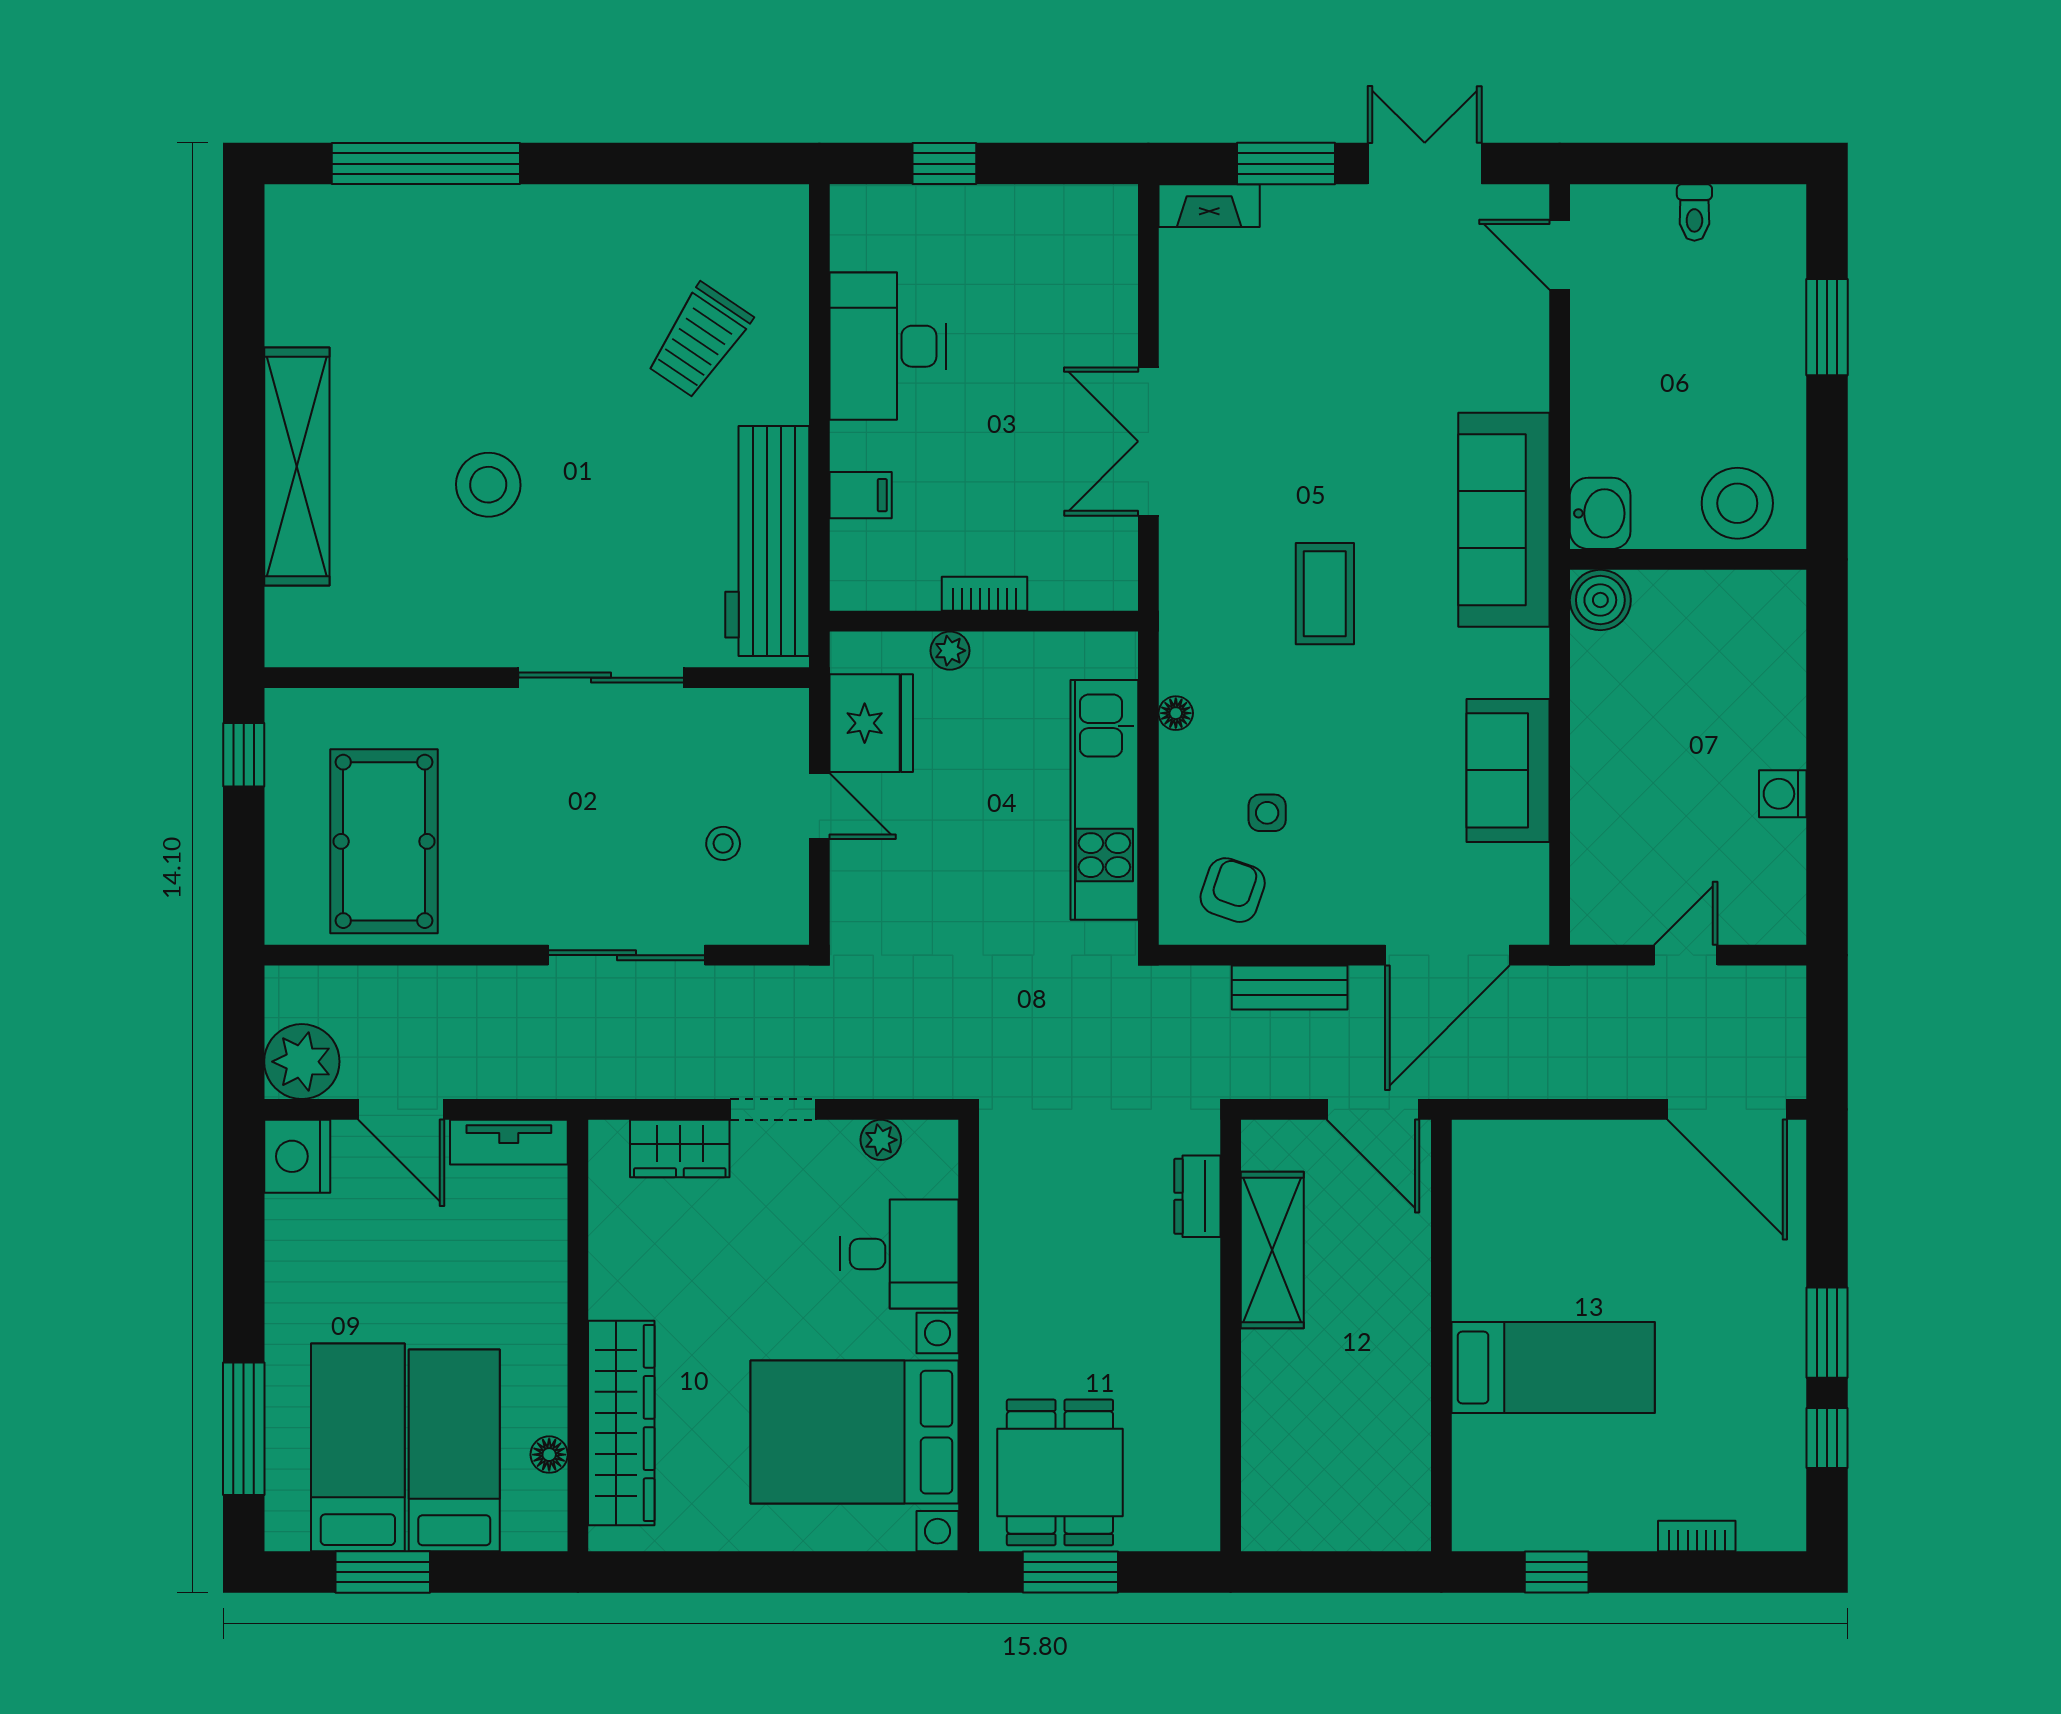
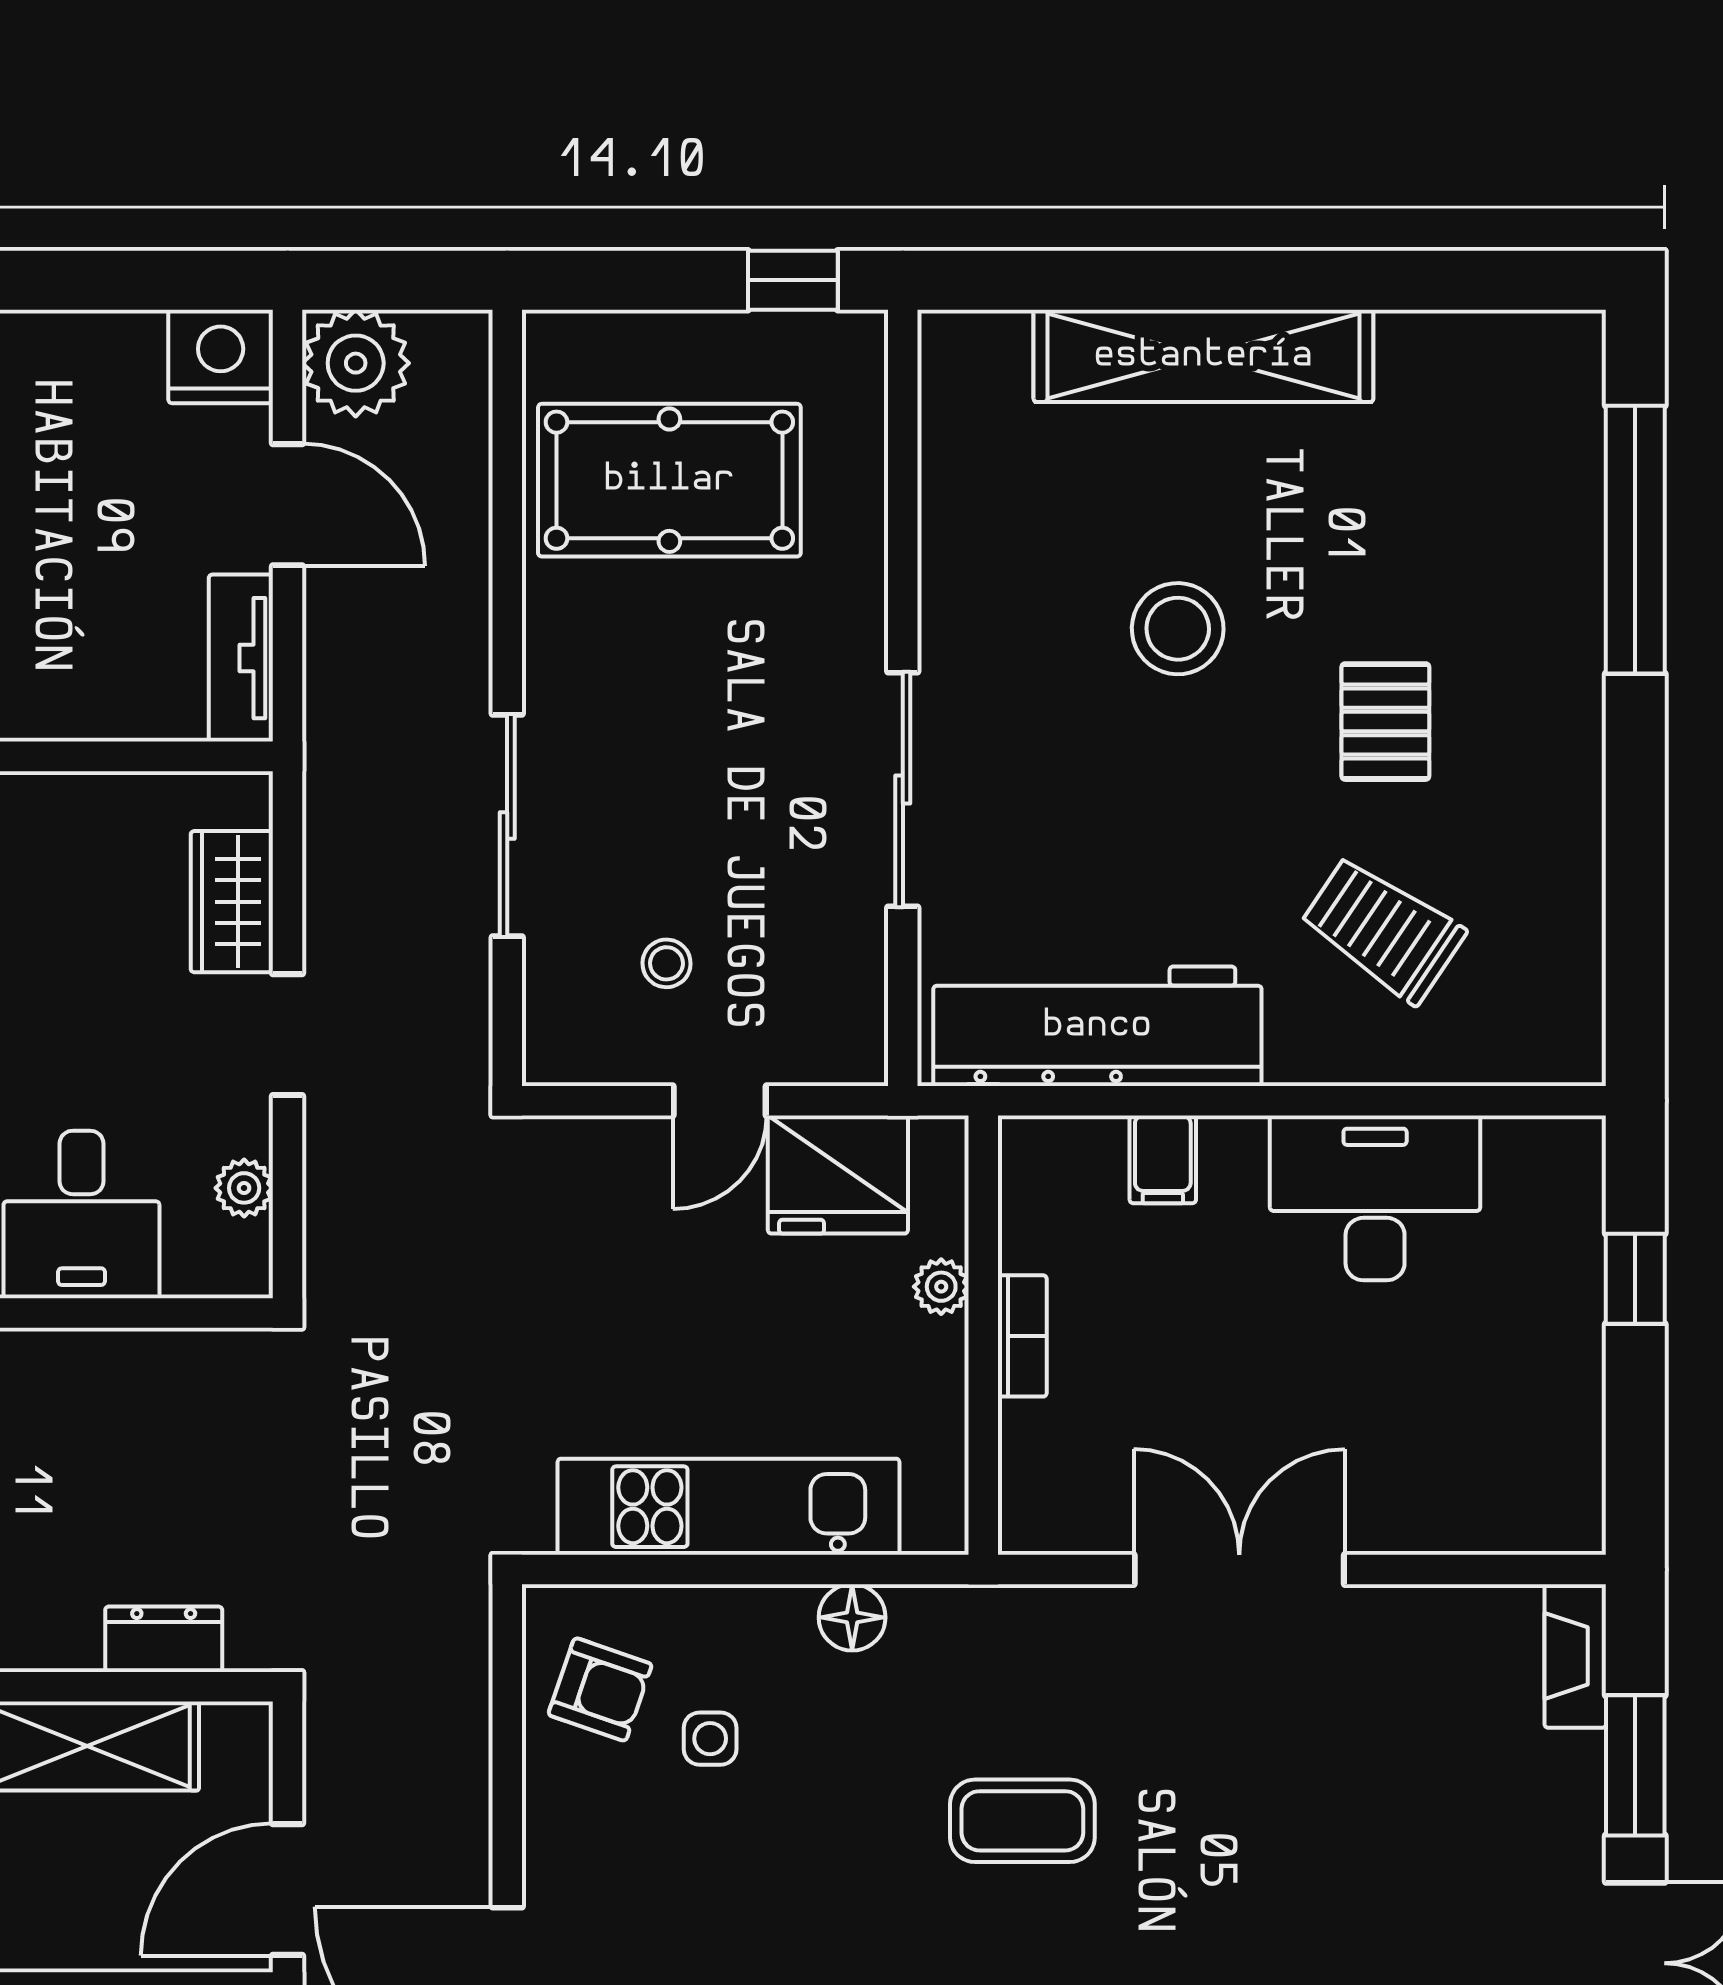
pallet: (553, 339) -> (1385, 722), added
floor lamp: (1176, 713) -> (852, 1617), width x1.37, depth x1.37
bench: (1290, 988) -> (461, 1771), removed
door: (401, 1109) -> (287, 505), swing flipped

